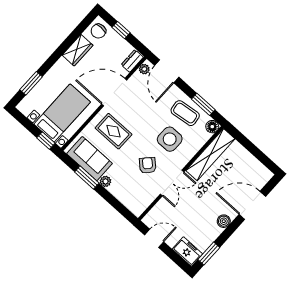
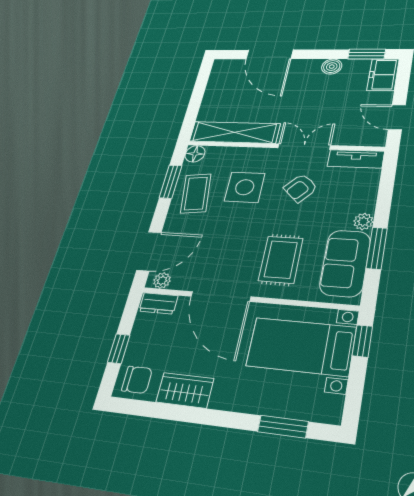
tv unit: (144, 202) -> (356, 159), added
boiler: (224, 221) -> (332, 67), moved

